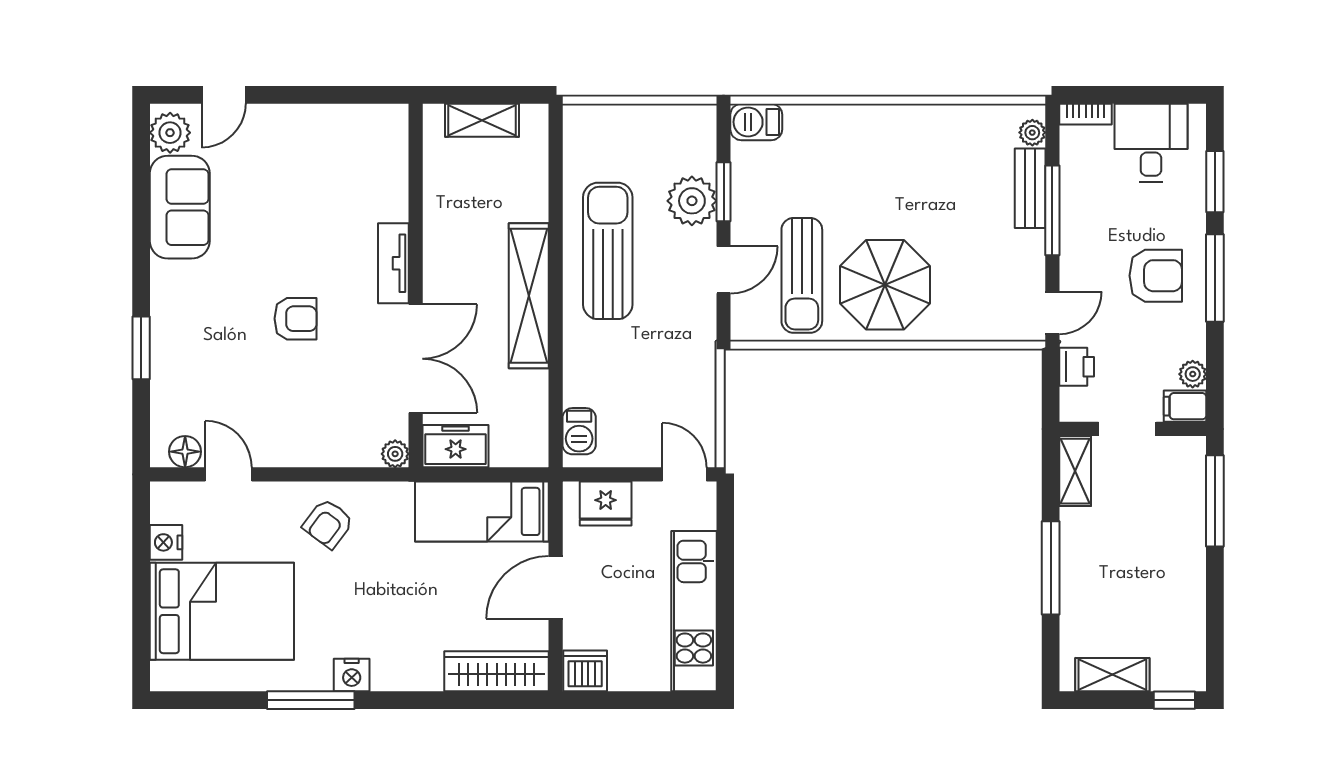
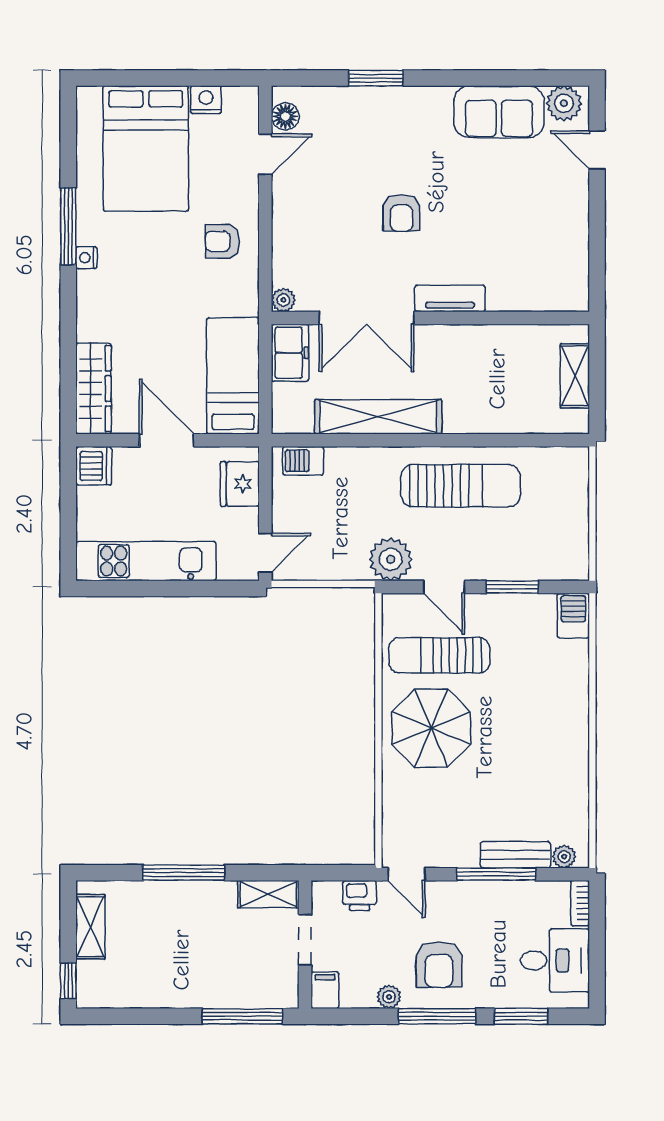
plant: (692, 201) -> (391, 559), moved
shelving: (529, 296) -> (378, 417), moved
plant: (1193, 374) -> (389, 997), moved
armchair: (328, 524) -> (222, 241), turned -37
nightstand: (352, 675) -> (86, 258), width x0.72, depth x0.74

